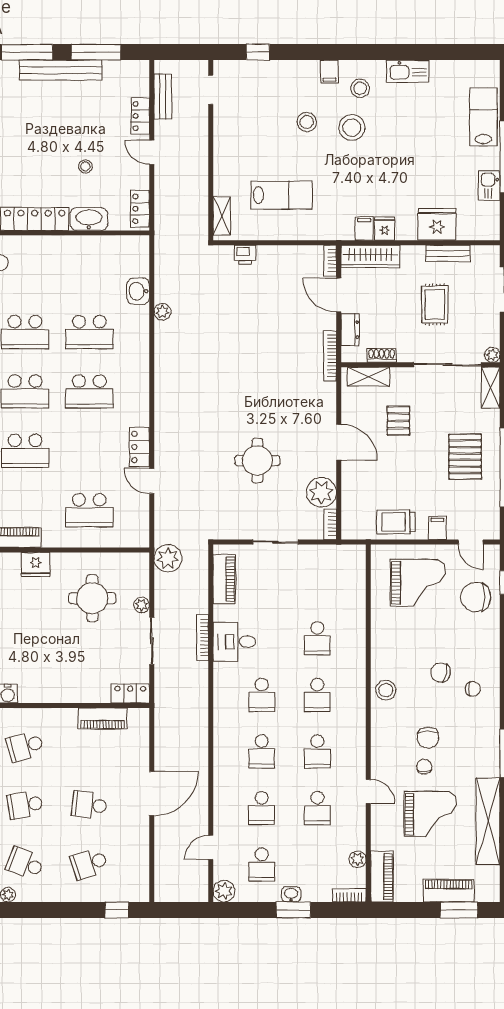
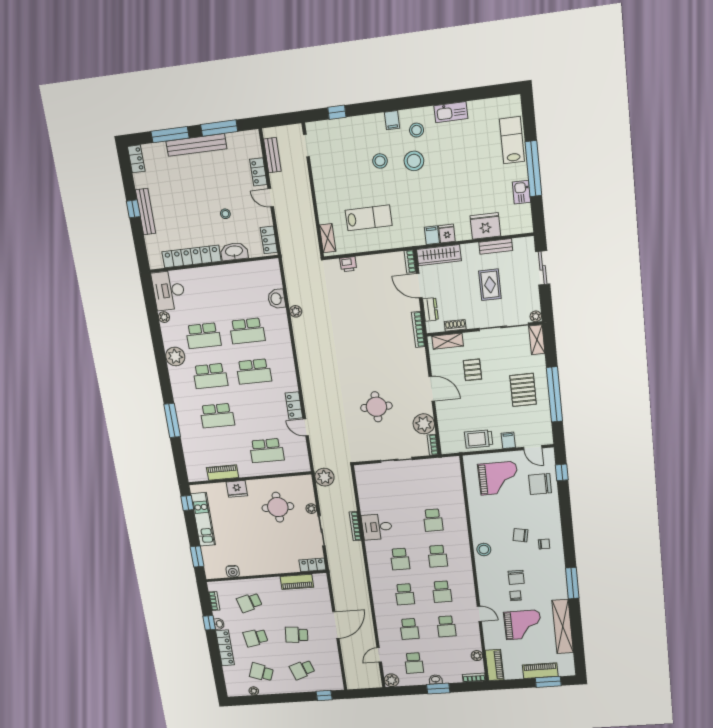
piano: (224, 579) -> (365, 487), removed

